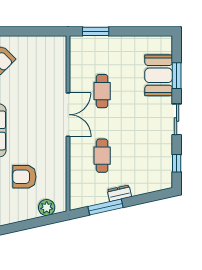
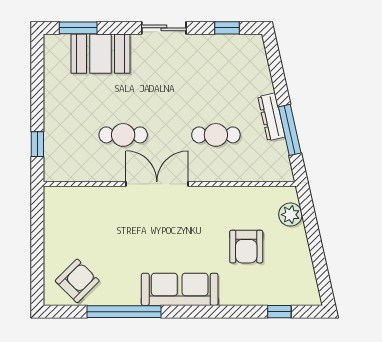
window: (96, 31) -> (37, 144), width x0.67
window: (177, 76) -> (78, 28), moved
dresser: (119, 193) -> (271, 117), width x1.44

